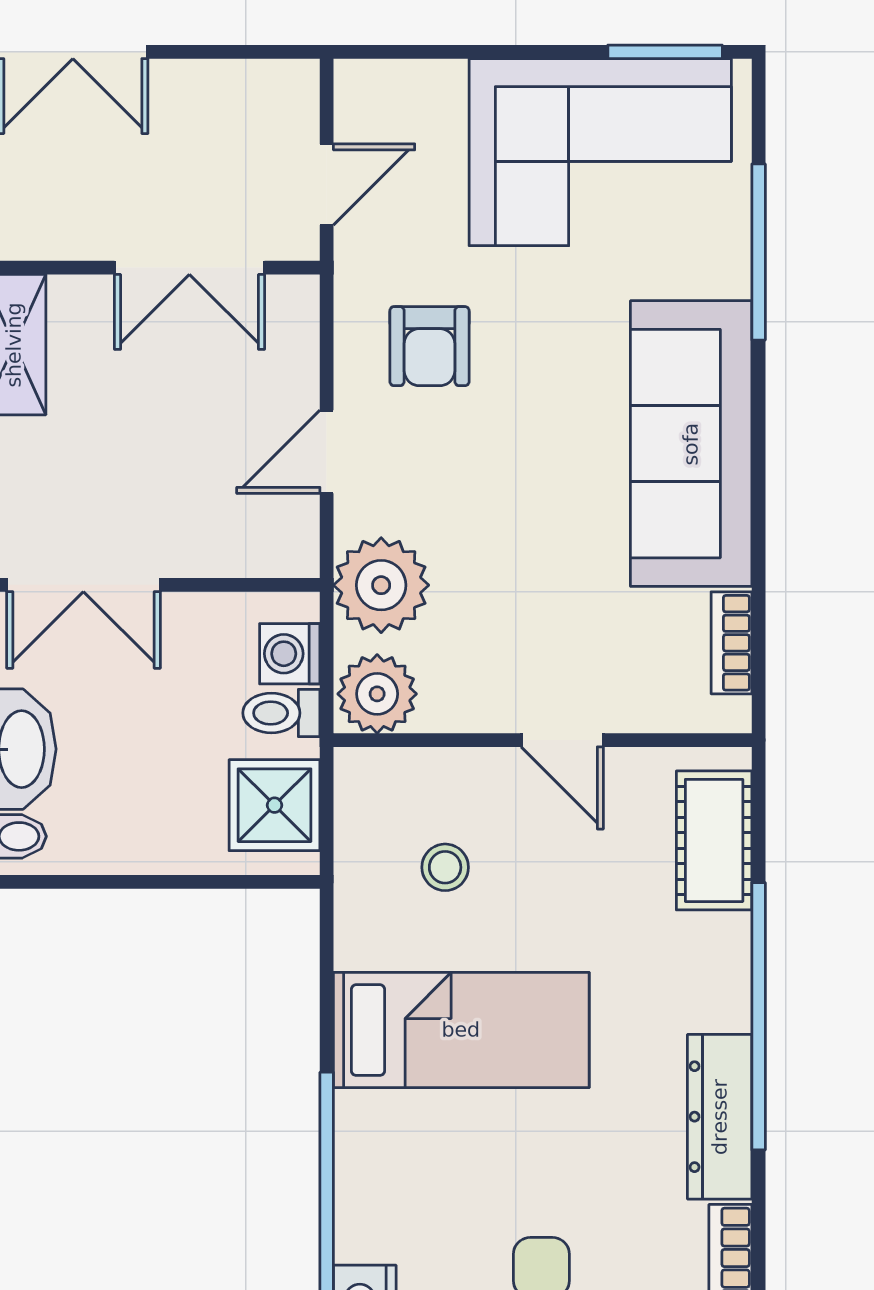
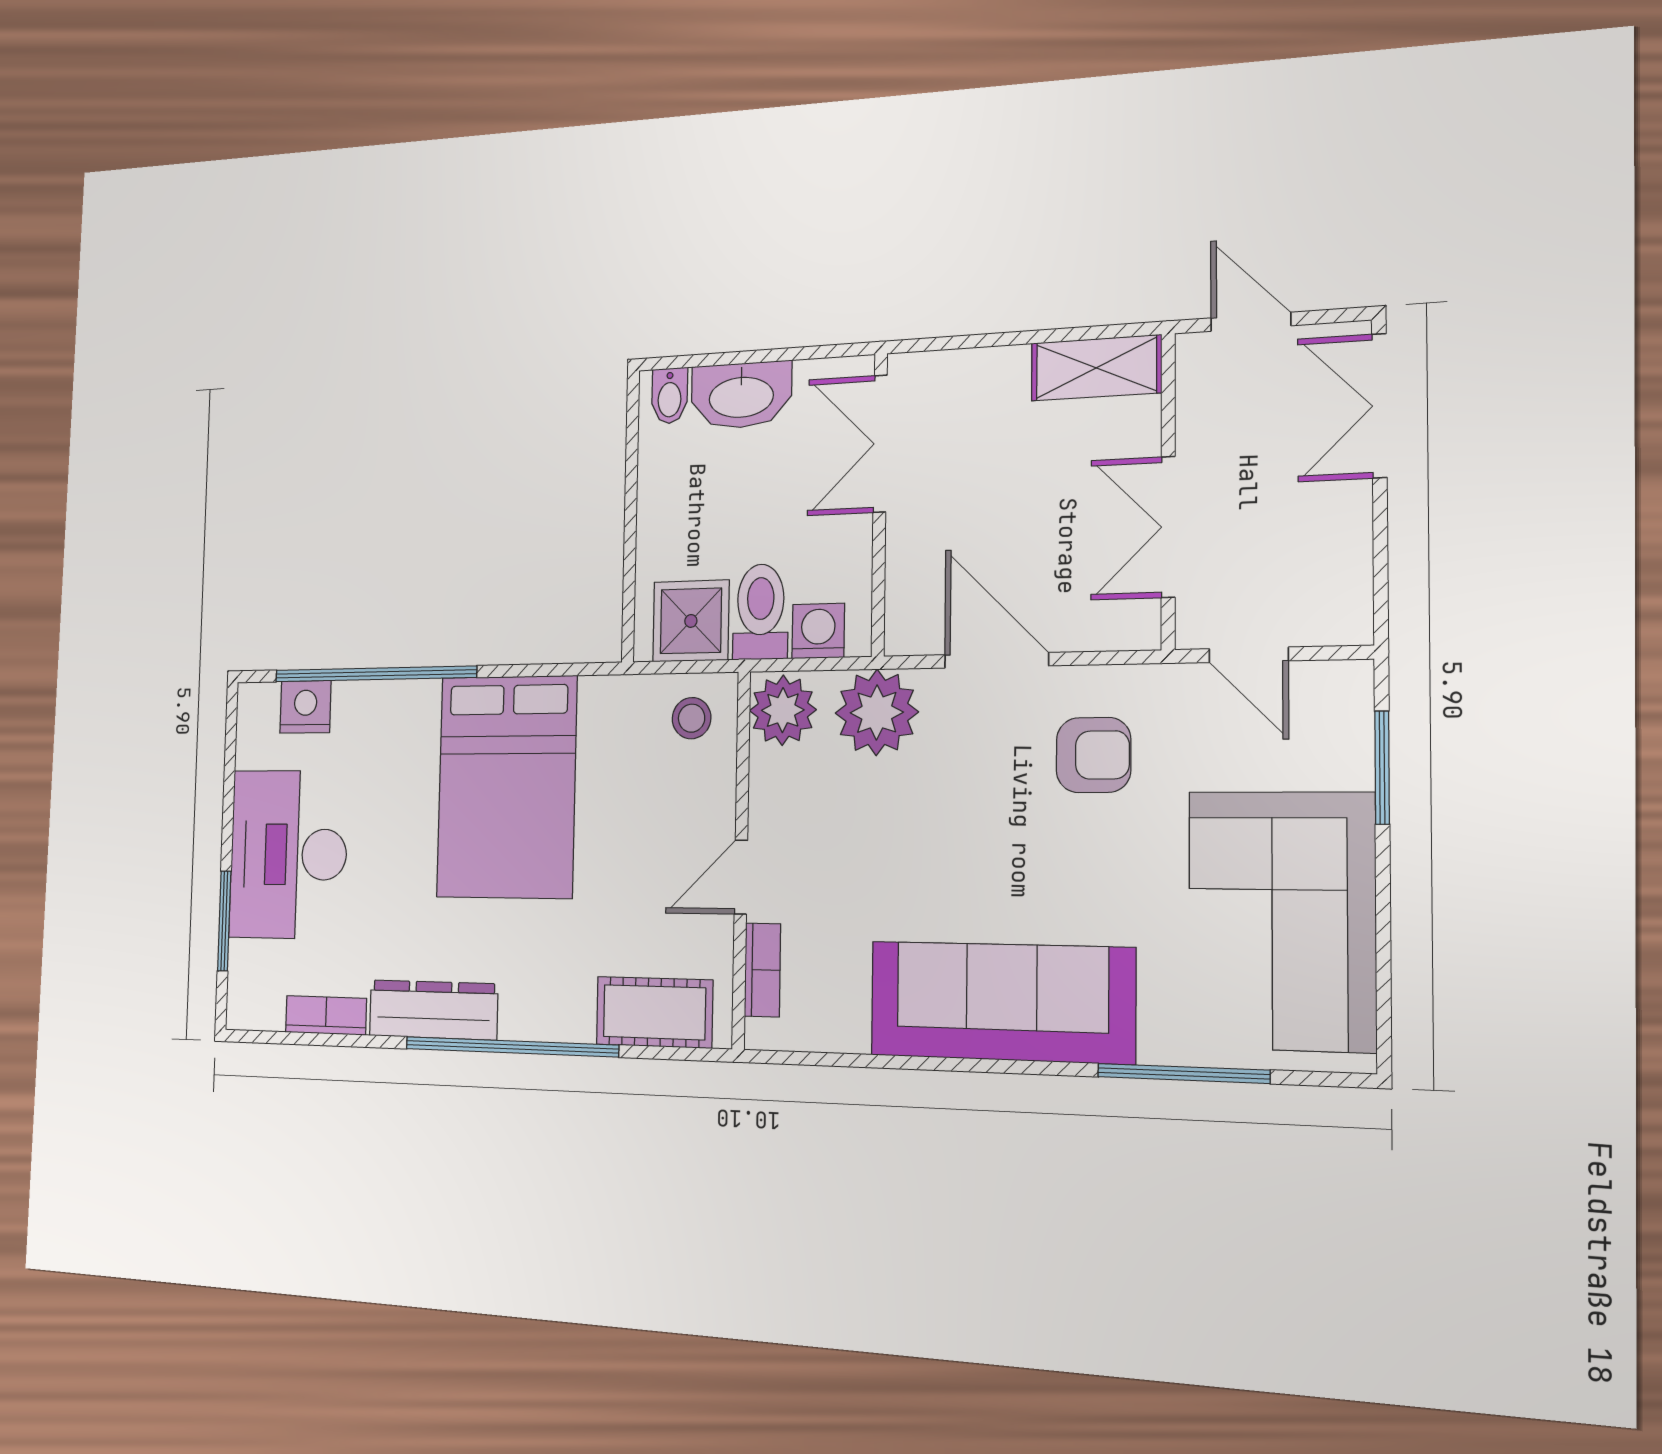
window: (665, 52) -> (1382, 768), moved
armchair: (429, 346) -> (1094, 755), turned 180
door: (327, 452) -> (996, 660), width x1.38
bookcase: (731, 643) -> (763, 970), moved, turned 90
toilet: (281, 713) -> (761, 612), width x1.37, depth x1.39
stool: (445, 867) -> (692, 718), moved
bed: (461, 1030) -> (507, 787), width x1.50

